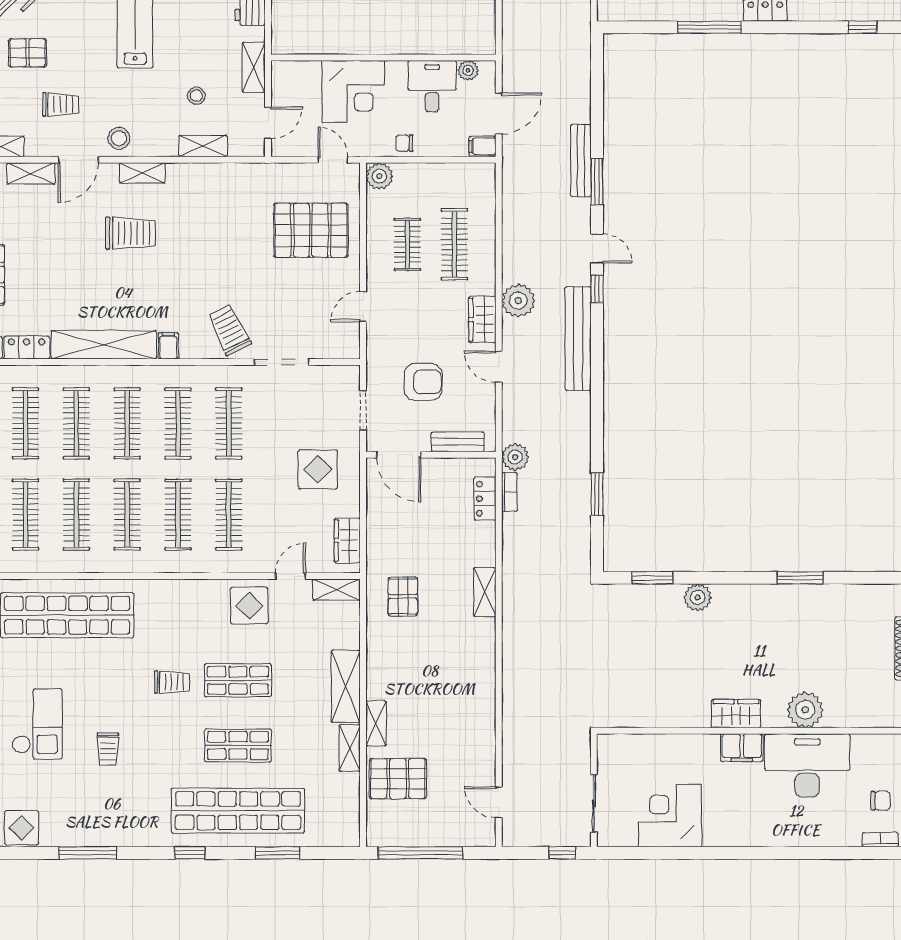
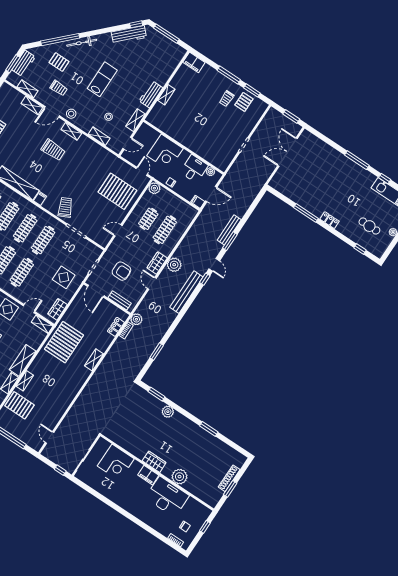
pallet: (403, 596) -> (64, 342), width x2.05, depth x2.00
corner desk: (670, 815) -> (116, 462), moved, turned 180

